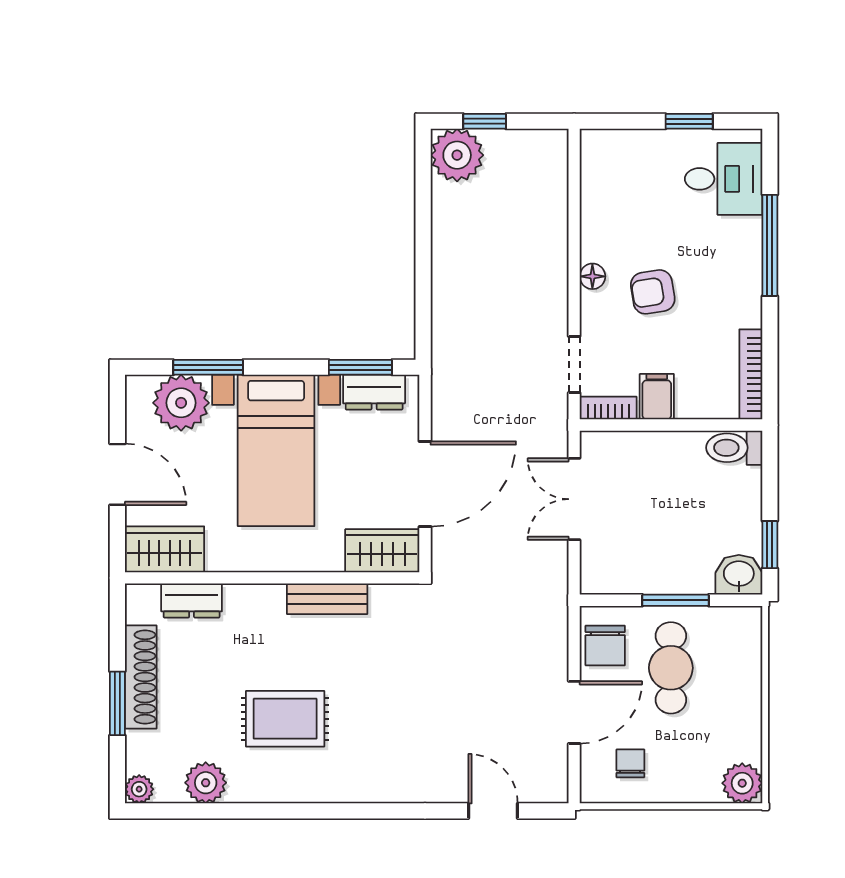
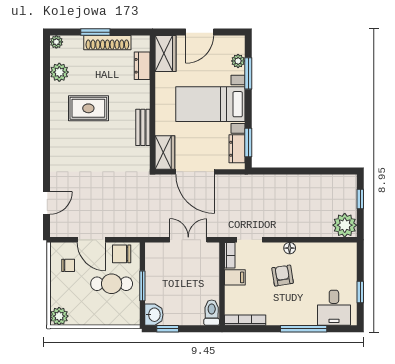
plant: (457, 155) -> (345, 225), moved
plant: (181, 403) -> (238, 61), width x0.53, depth x0.53
rug: (285, 719) -> (88, 108), turned 90

